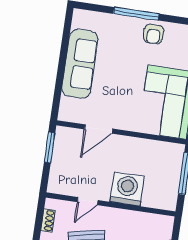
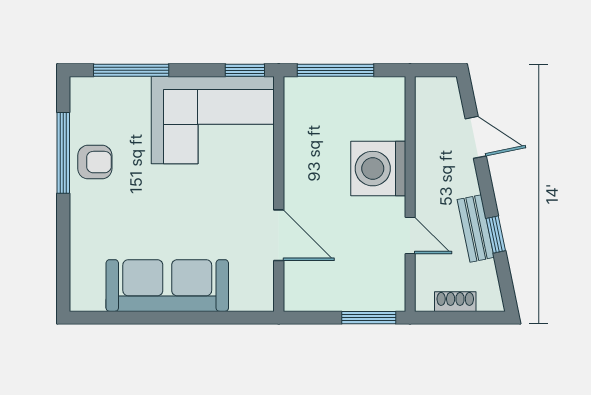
window: (136, 14) -> (63, 153), moved
window: (50, 148) -> (369, 318), moved

